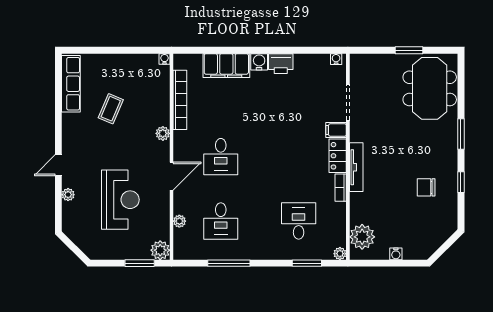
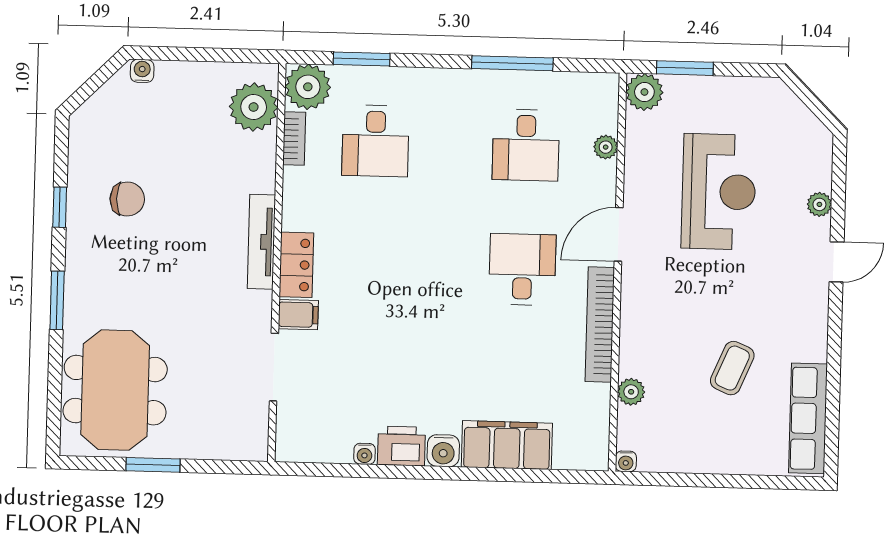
water cooler: (336, 59) -> (365, 454), moved
bookcase: (180, 100) -> (600, 324), moved
plant: (163, 133) -> (631, 392), moved
bookcase: (341, 188) -> (294, 139), moved
reception desk: (120, 200) -> (719, 192), turned 180
desk: (221, 221) -> (526, 145), turned 180
plant: (340, 254) -> (308, 87), width x1.87, depth x1.87
water cooler: (396, 254) -> (142, 71), moved

